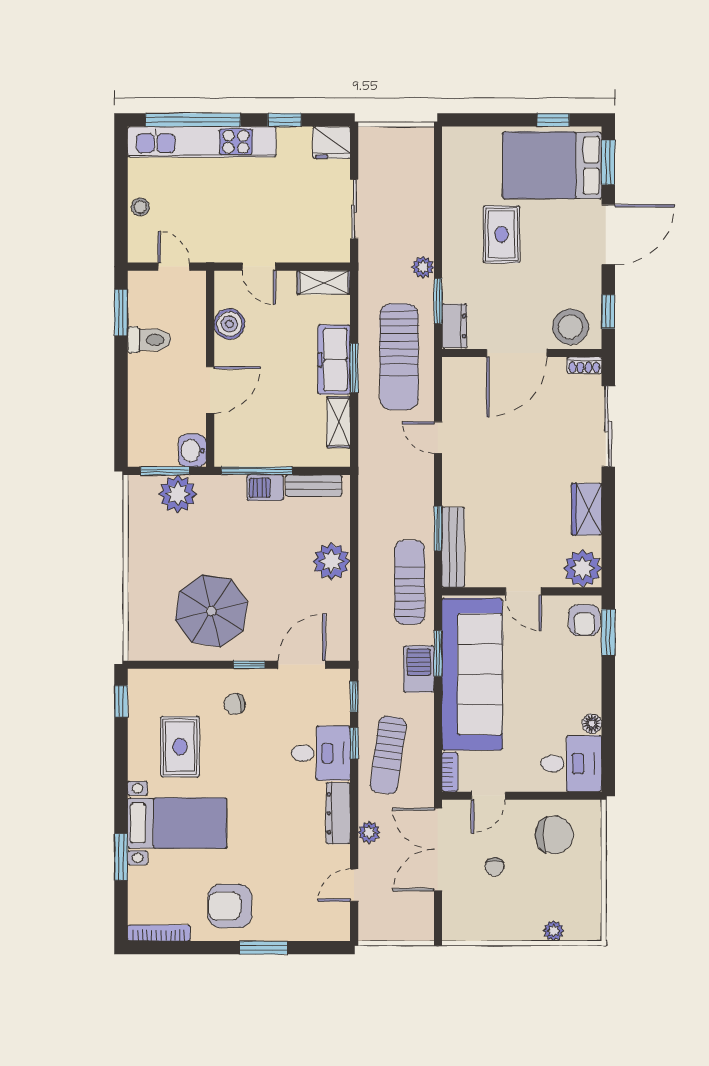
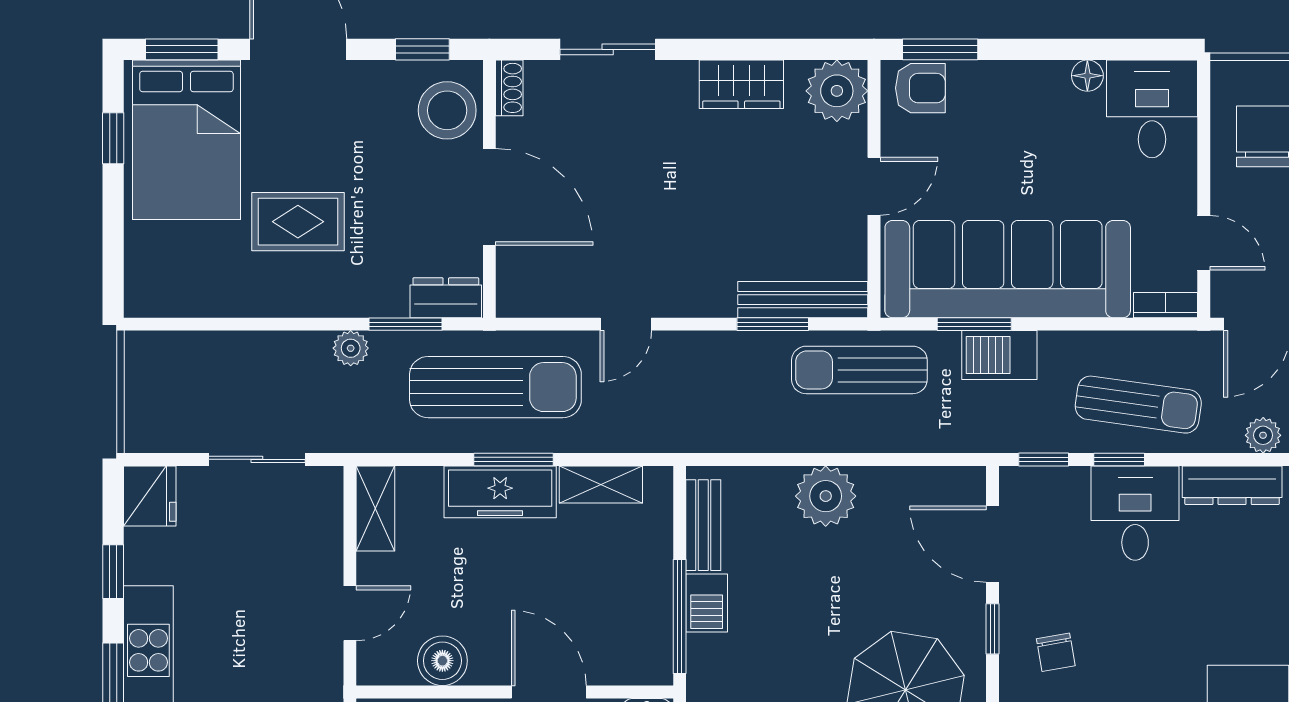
sliding door: (608, 426) -> (608, 49), width x0.73

